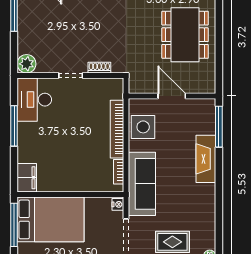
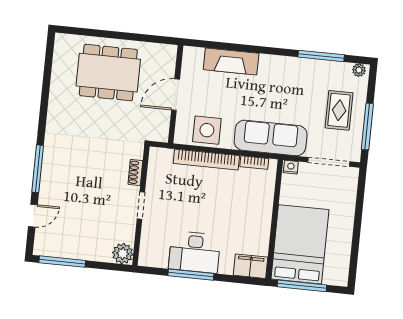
desk: (34, 100) -> (195, 252), moved
window: (219, 127) -> (321, 56), moved
fireplace: (206, 159) -> (231, 61), moved

